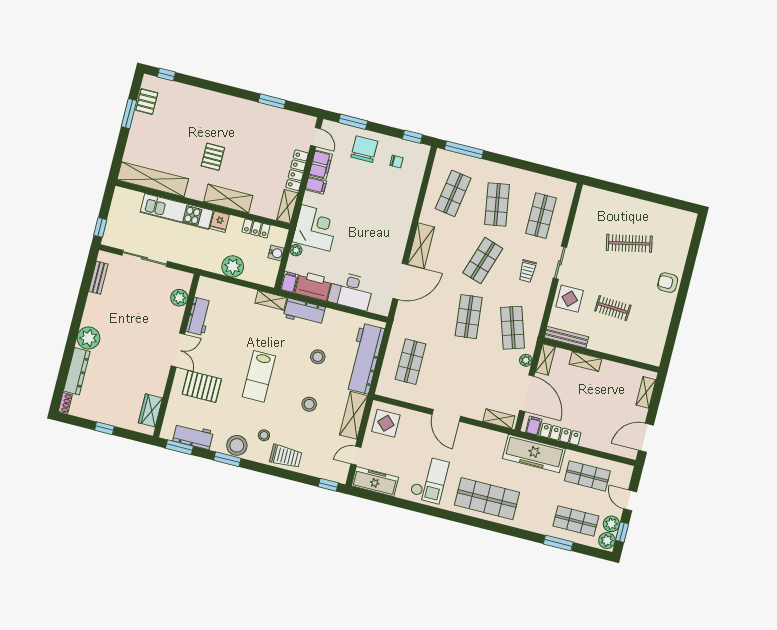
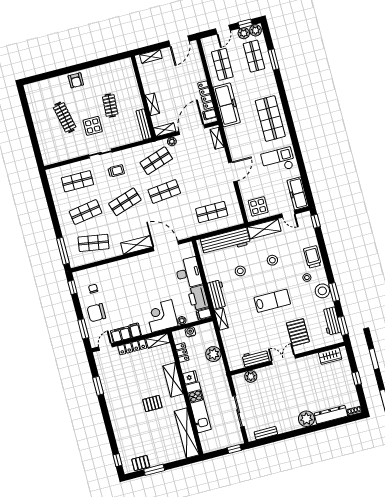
shop shelf: (483, 261) -> (125, 202), turned -36
display table: (570, 299) -> (93, 126), moved
door: (646, 438) -> (179, 41), hinge flipped

